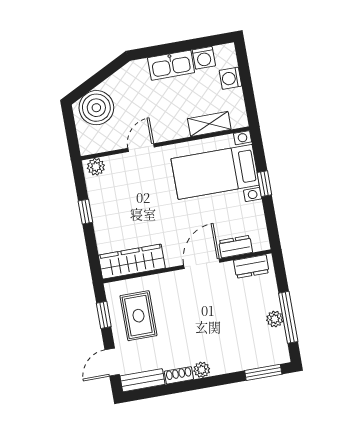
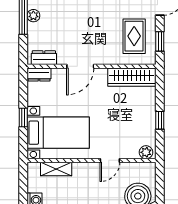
dresser: (236, 247) -> (39, 75), moved

